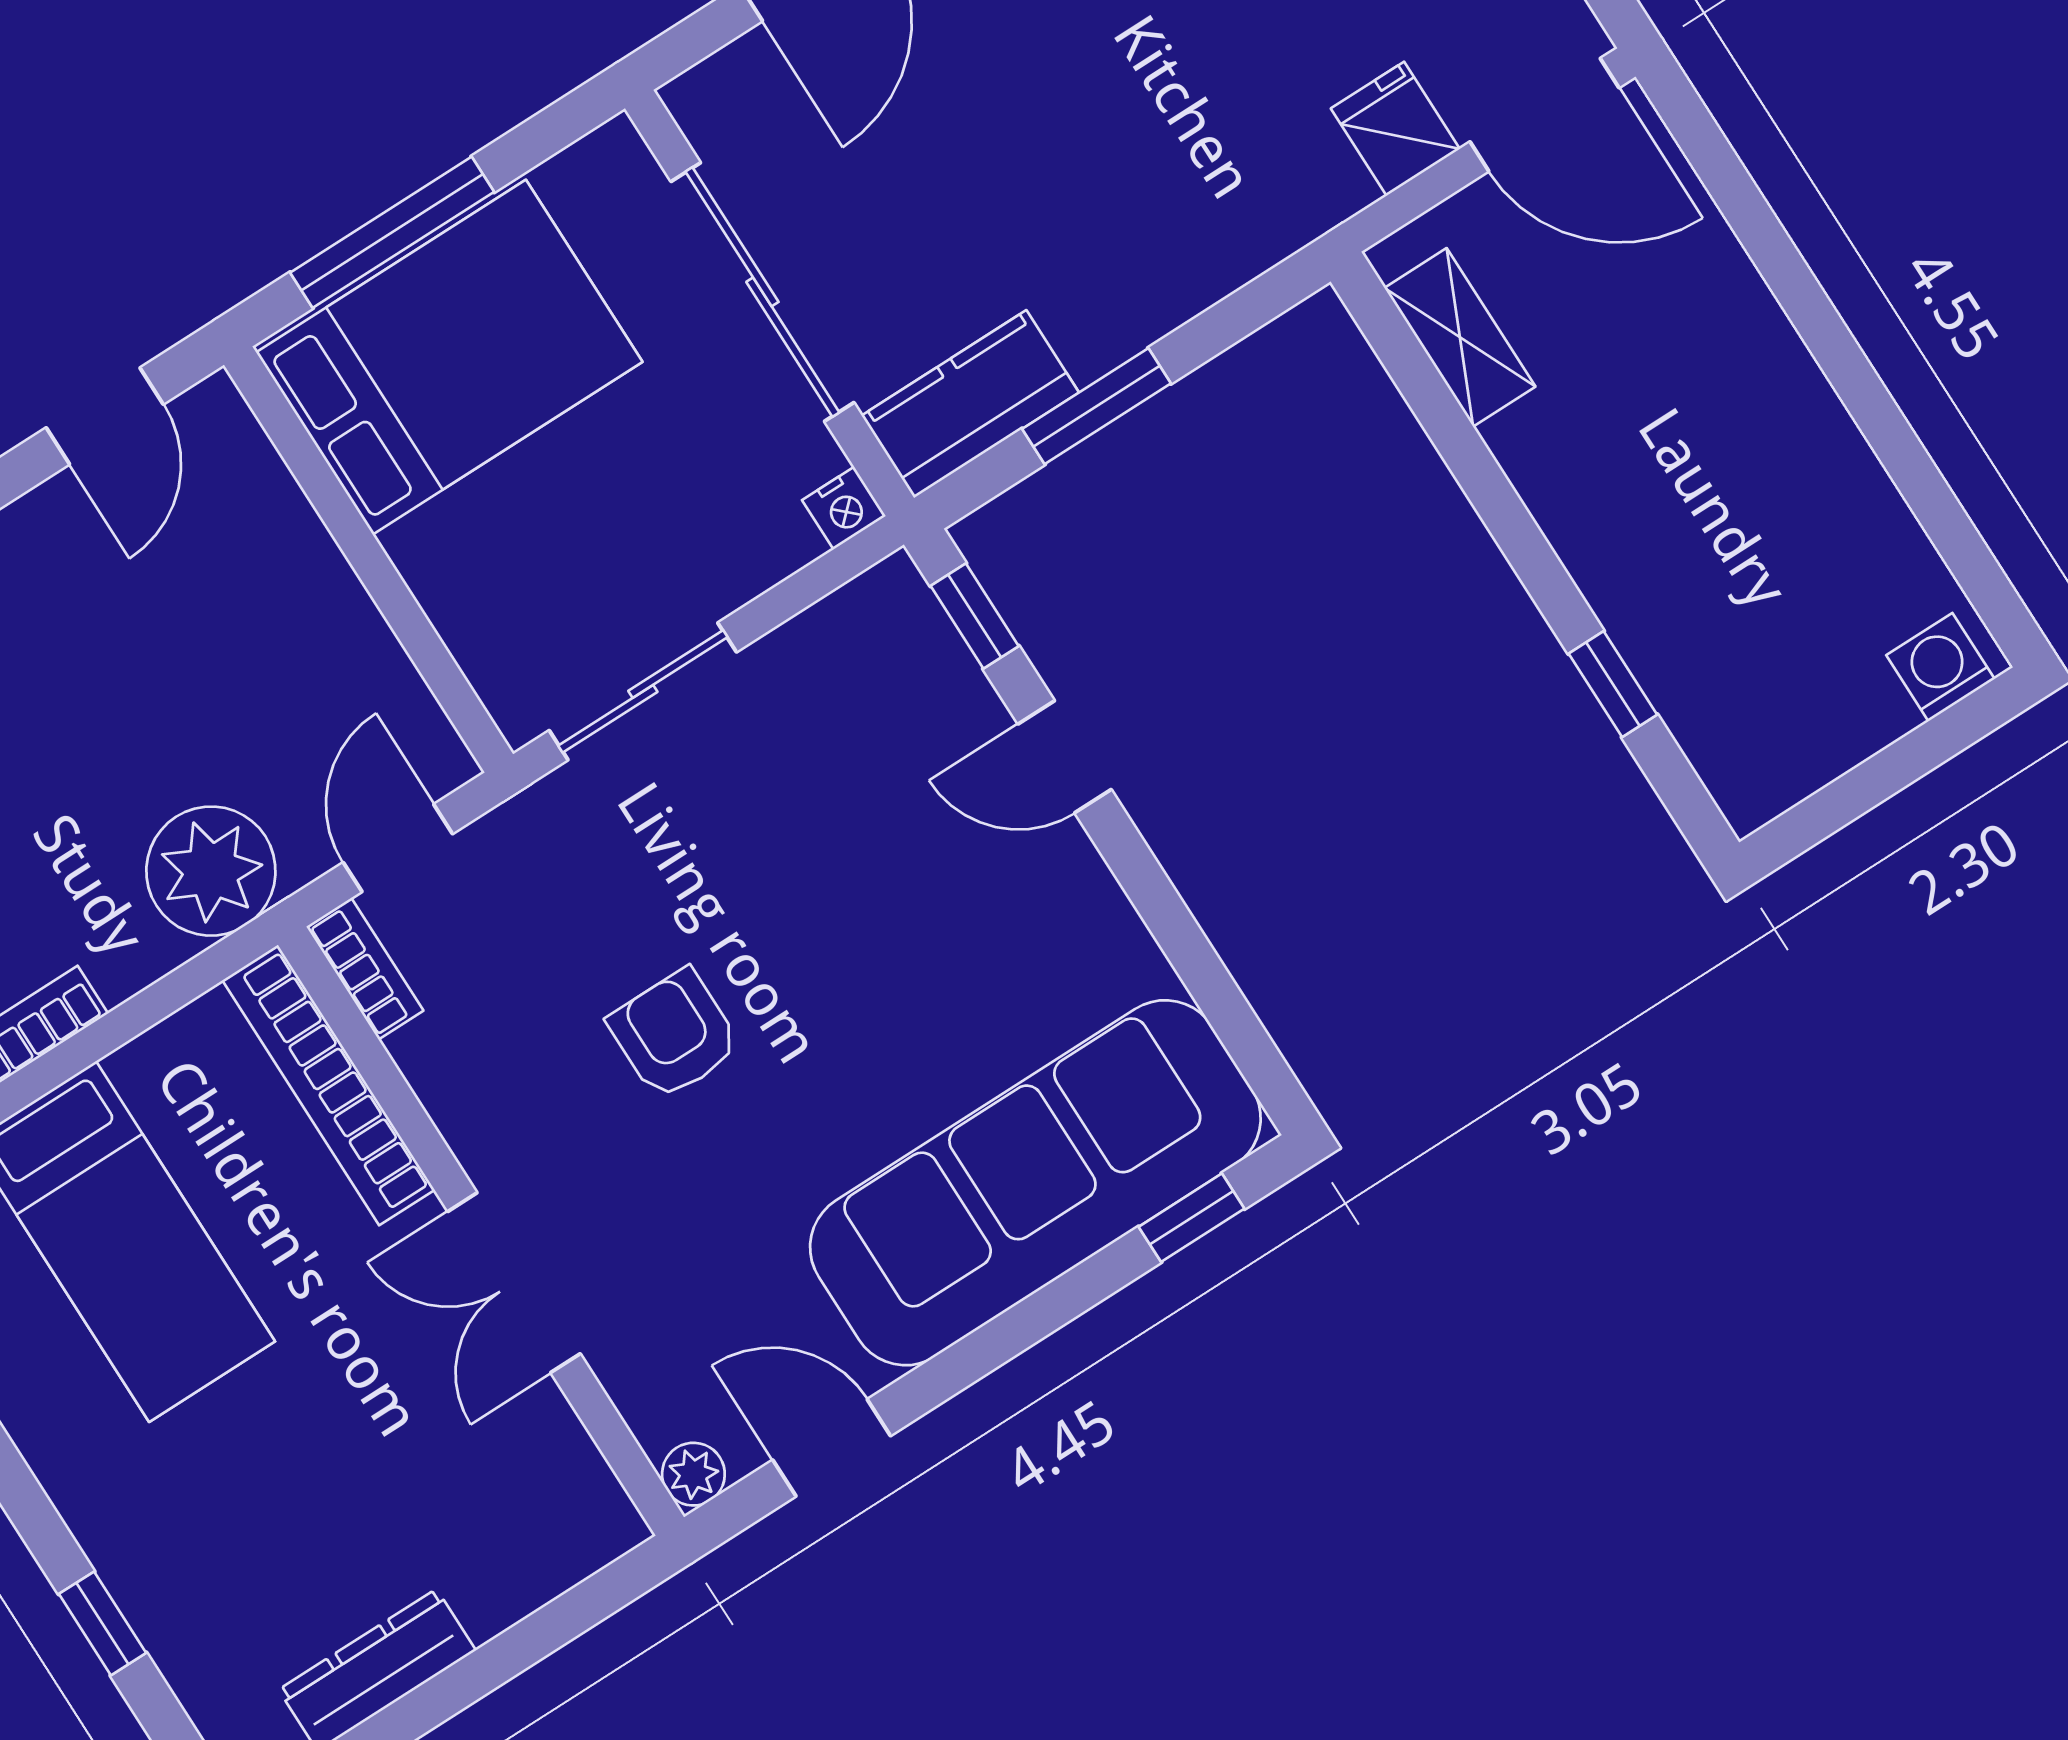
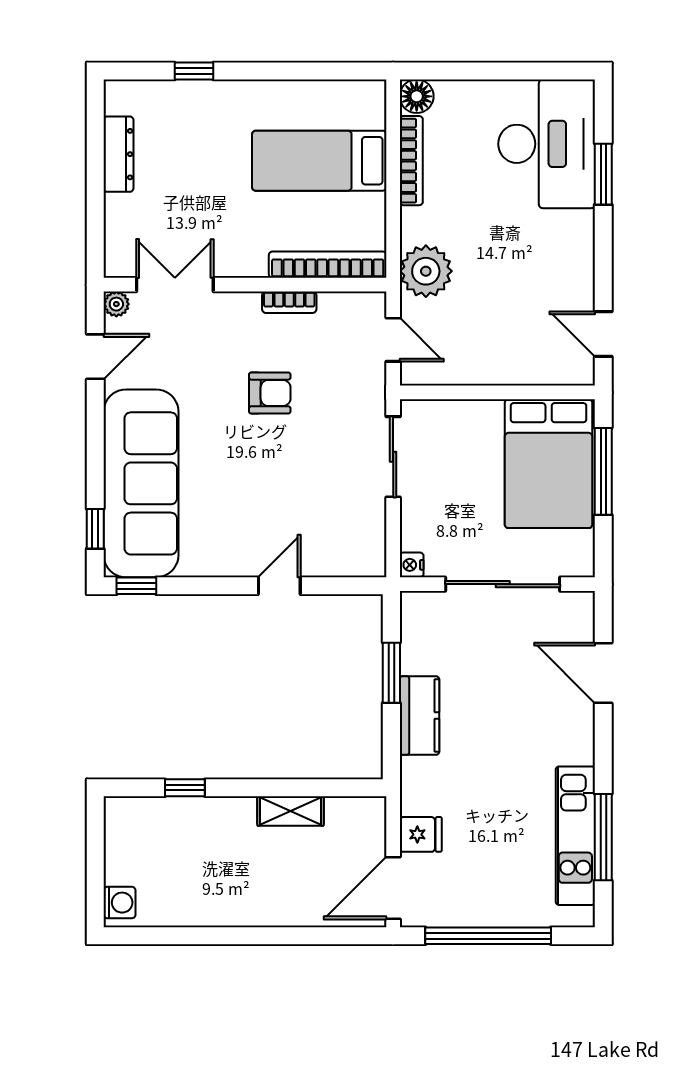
shelving: (1460, 337) -> (290, 811), moved
kitchen counter: (970, 404) -> (420, 716), moved
window: (975, 616) -> (136, 586), moved
bookcase: (365, 969) -> (289, 302), moved
double door: (514, 1283) -> (175, 285), moved

